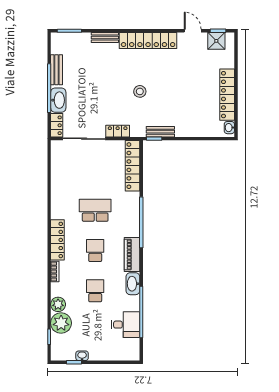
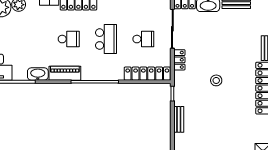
bench: (160, 132) -> (179, 119), moved
school desk: (95, 291) -> (143, 39), moved

